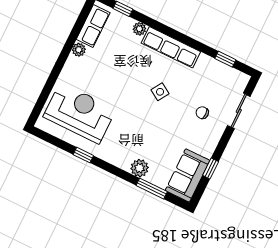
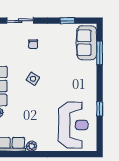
reception desk: (80, 113) -> (73, 125), turned 180
plant: (140, 168) -> (90, 68), removed
sofa: (188, 175) -> (87, 43), moved, turned 90

